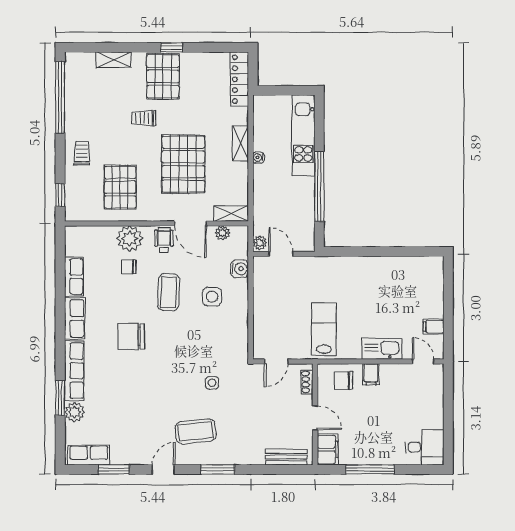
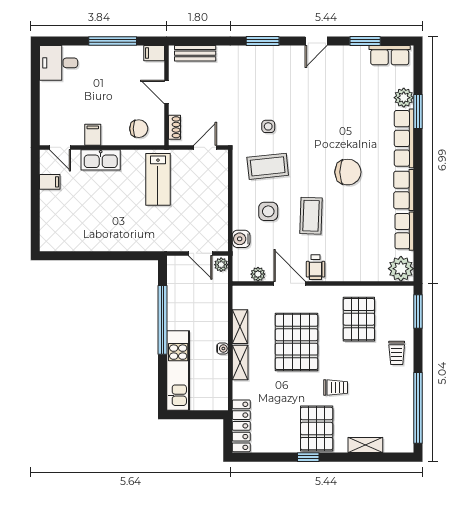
window: (60, 195) -> (418, 312), width x1.50
shelving: (231, 214) -> (240, 327), moved, turned 90
plant: (130, 238) -> (401, 269), moved
chair: (129, 267) -> (351, 241), removed
filing cabinet: (371, 374) -> (93, 135), moved
coffee table: (196, 431) -> (268, 166), moved
filing cabinet: (328, 449) -> (154, 53), width x0.50

